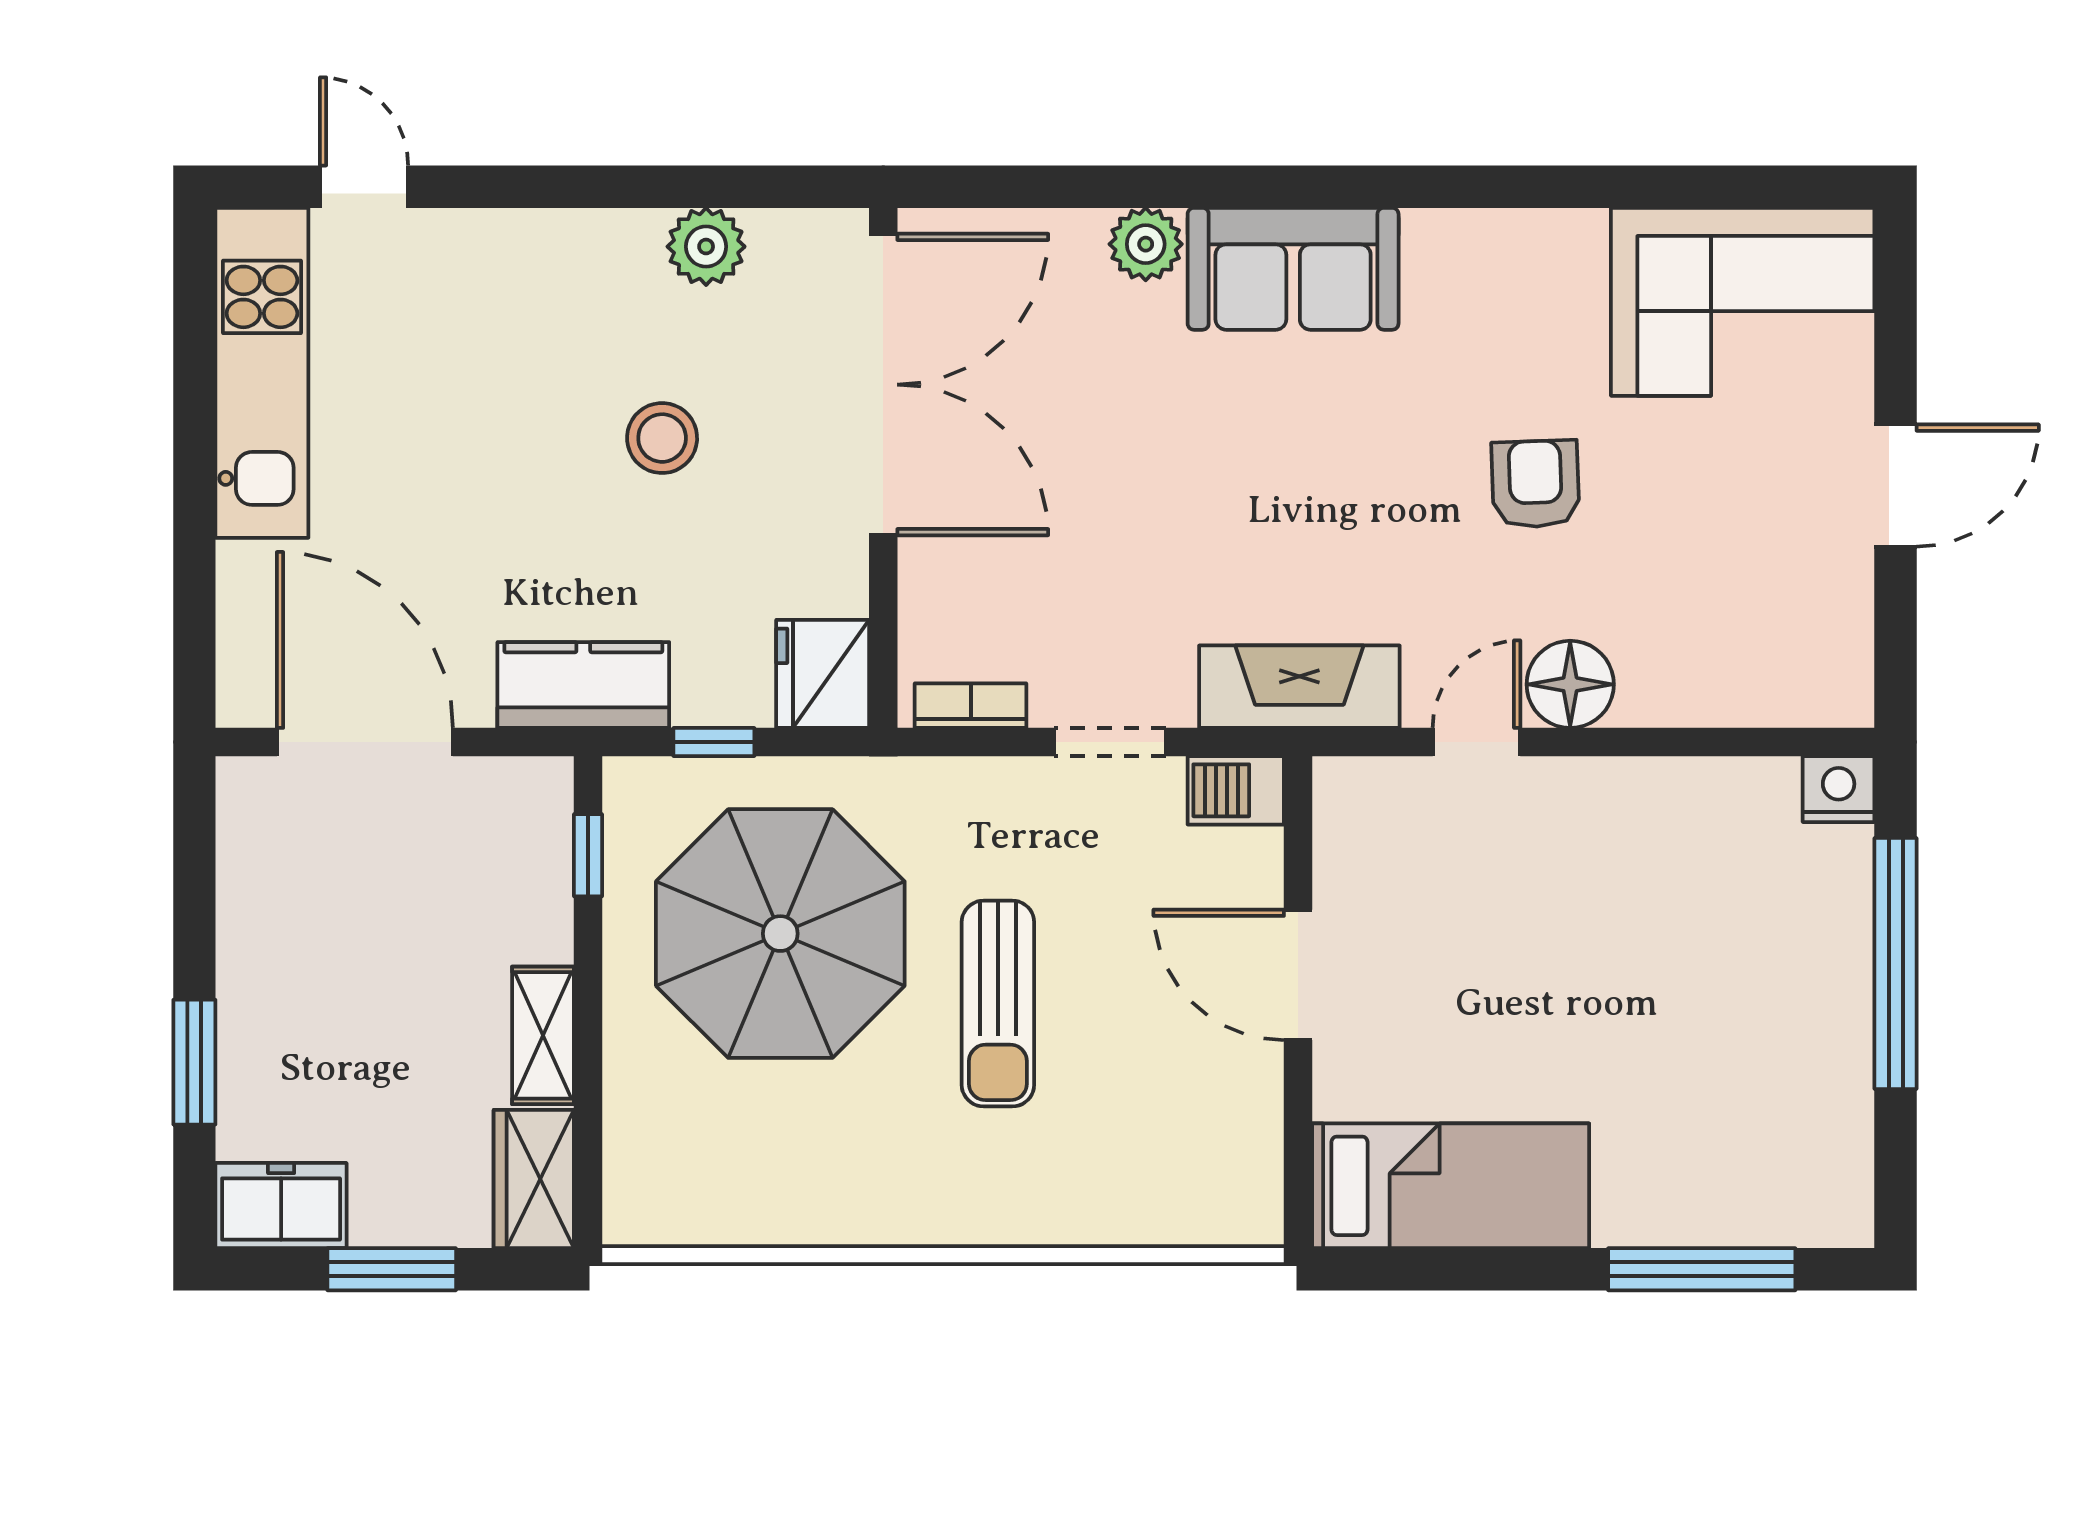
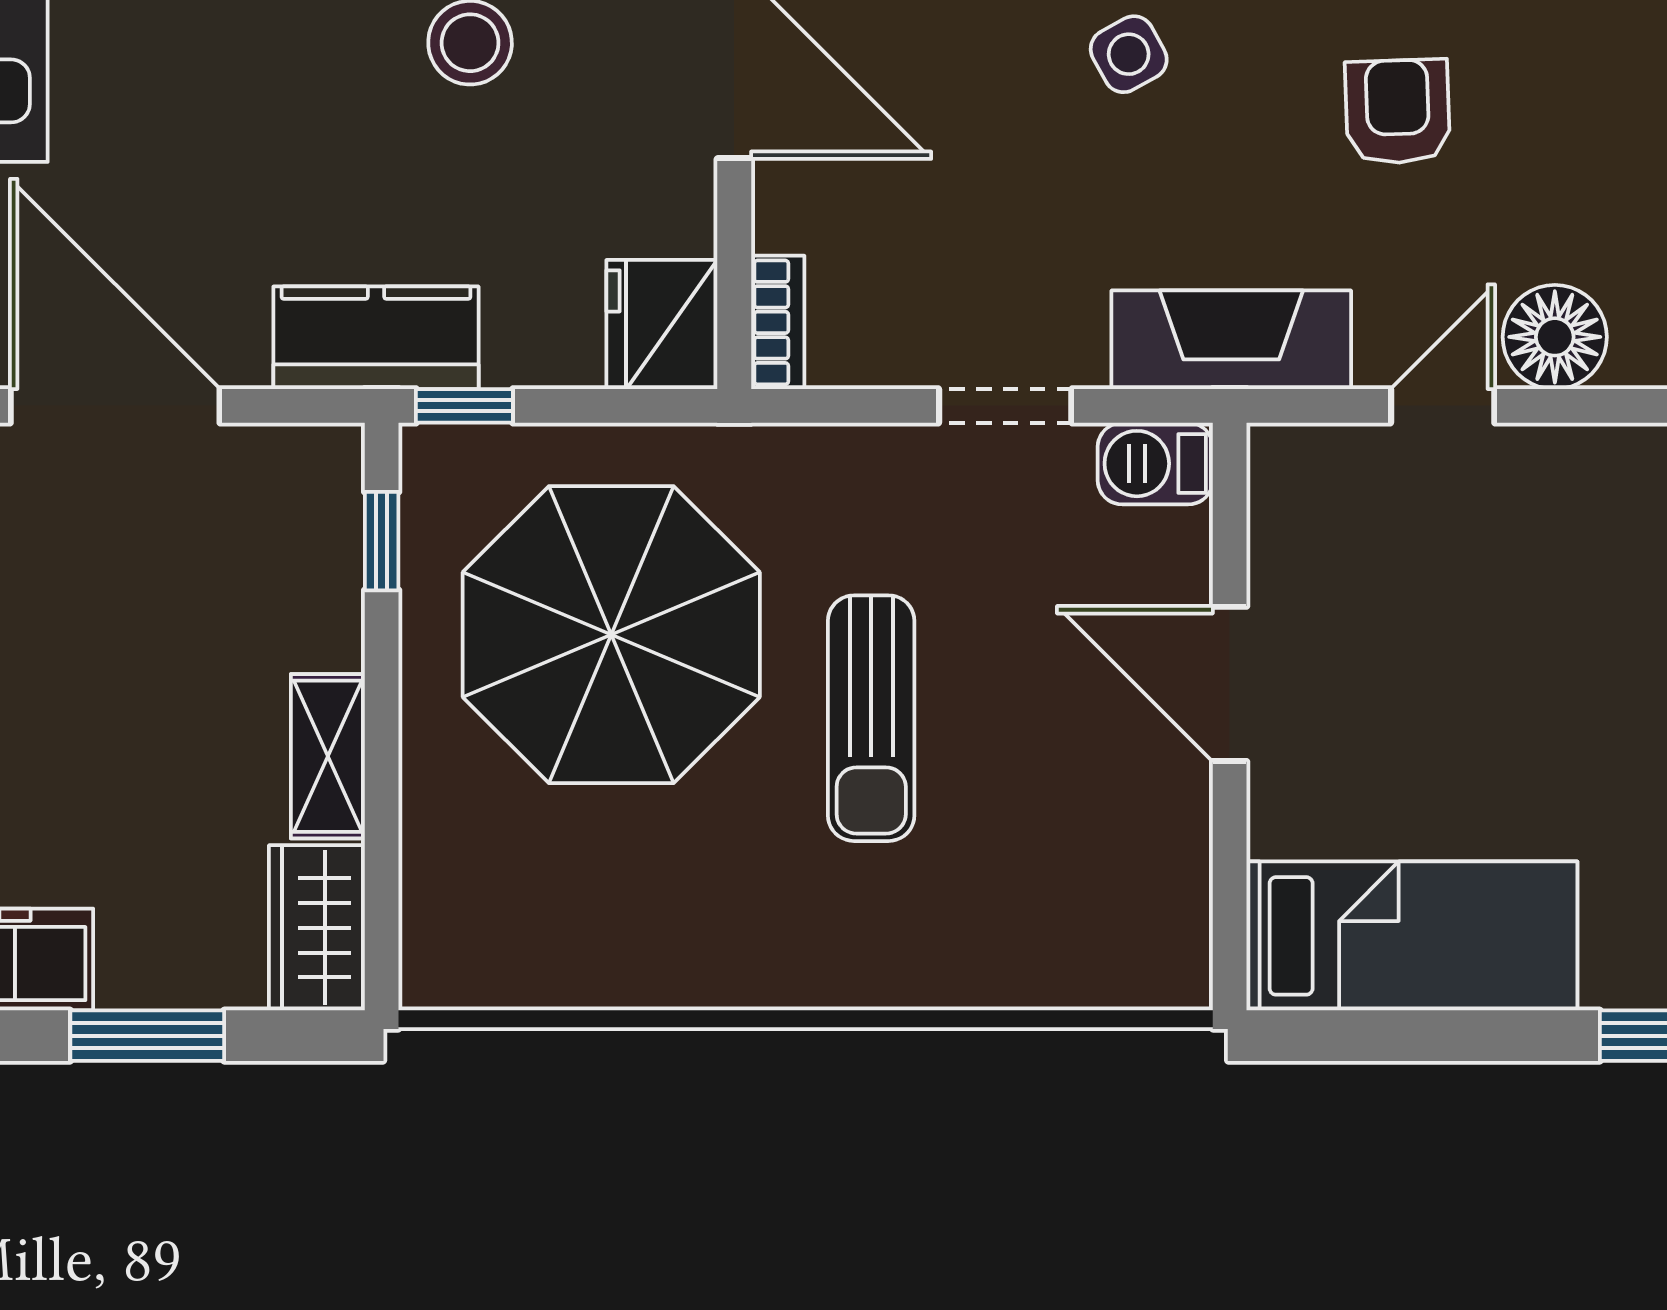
side table: (1213, 448) -> (1129, 54), added
armchair: (1535, 484) -> (1398, 112), moved
bookcase: (971, 706) -> (778, 322), moved, turned 90
window: (714, 742) -> (464, 406), moved

